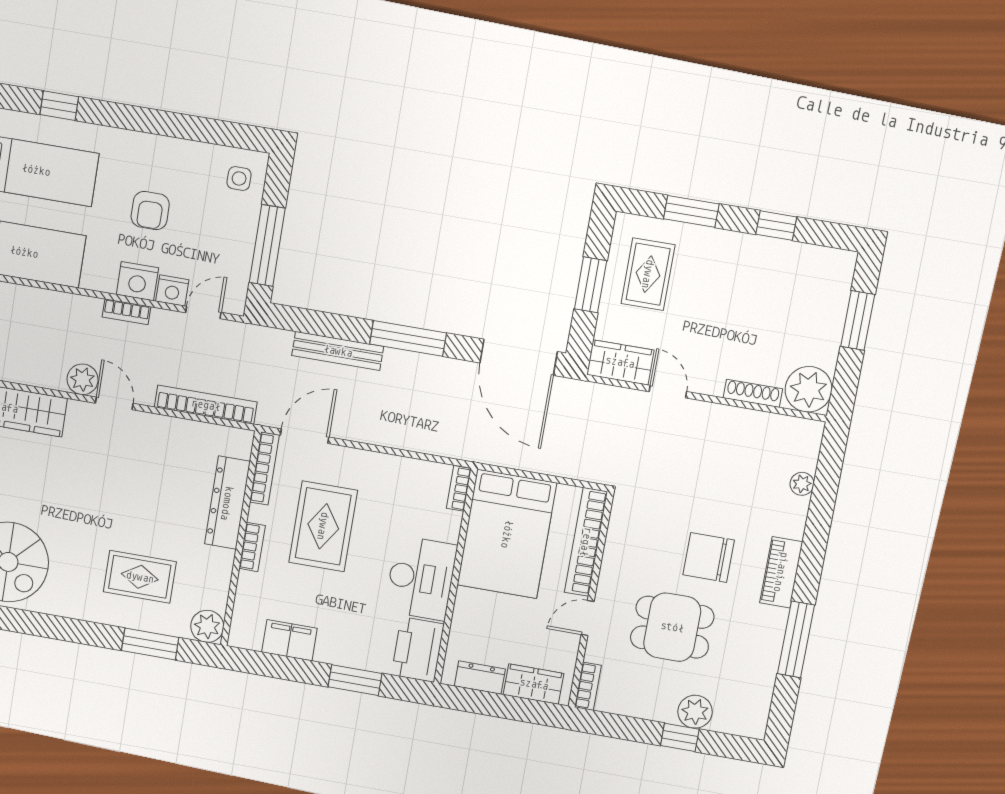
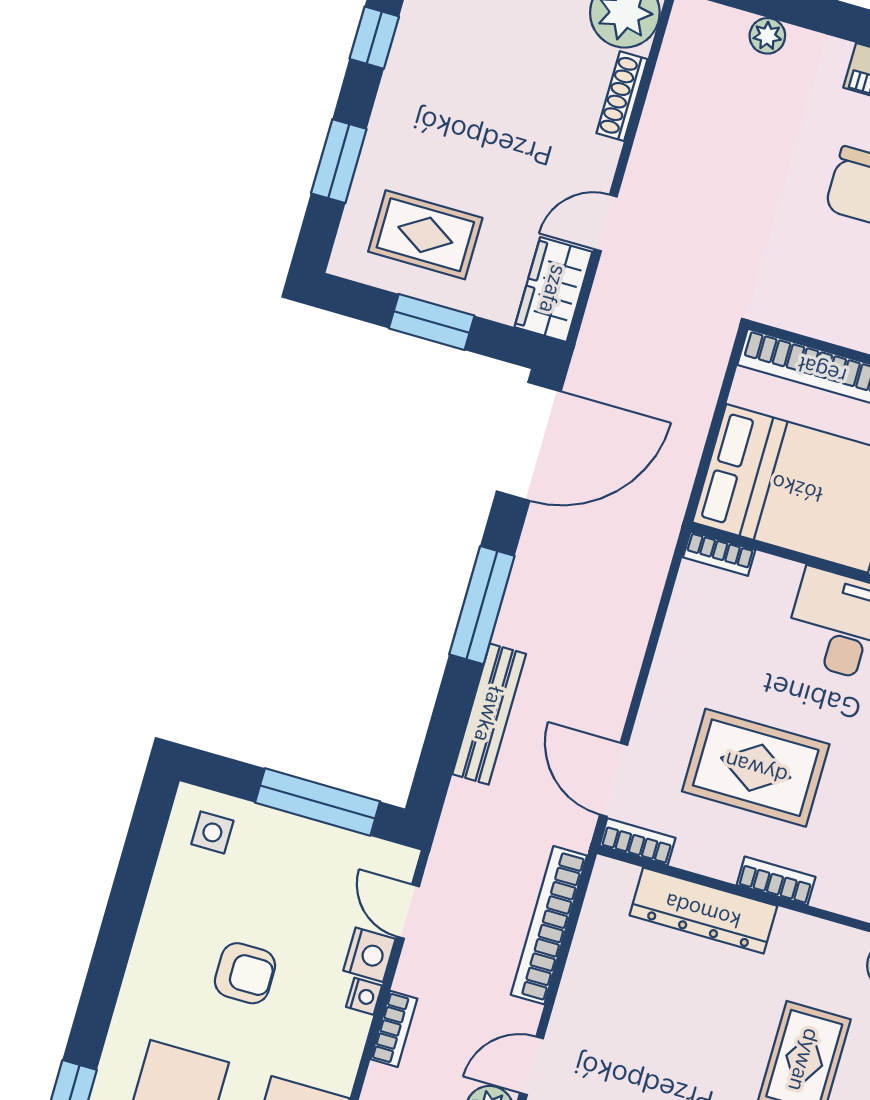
nightstand: (137, 281) -> (364, 996), width x0.53, depth x0.56
bookcase: (264, 468) -> (637, 842), width x0.64

